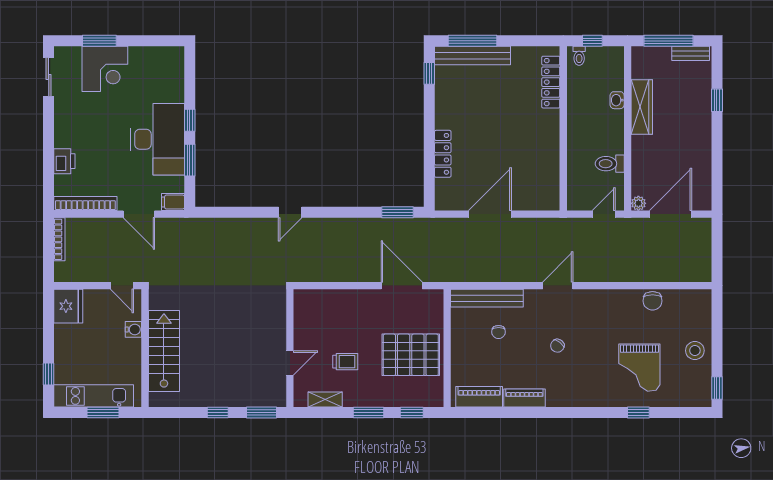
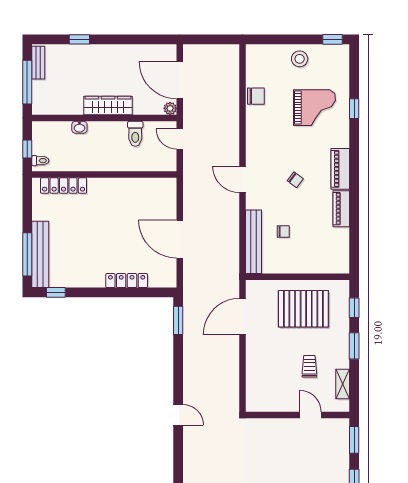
wardrobe: (642, 107) -> (108, 106), moved
pallet: (411, 355) -> (303, 309), turned 90
piano: (479, 397) -> (340, 169), moved

